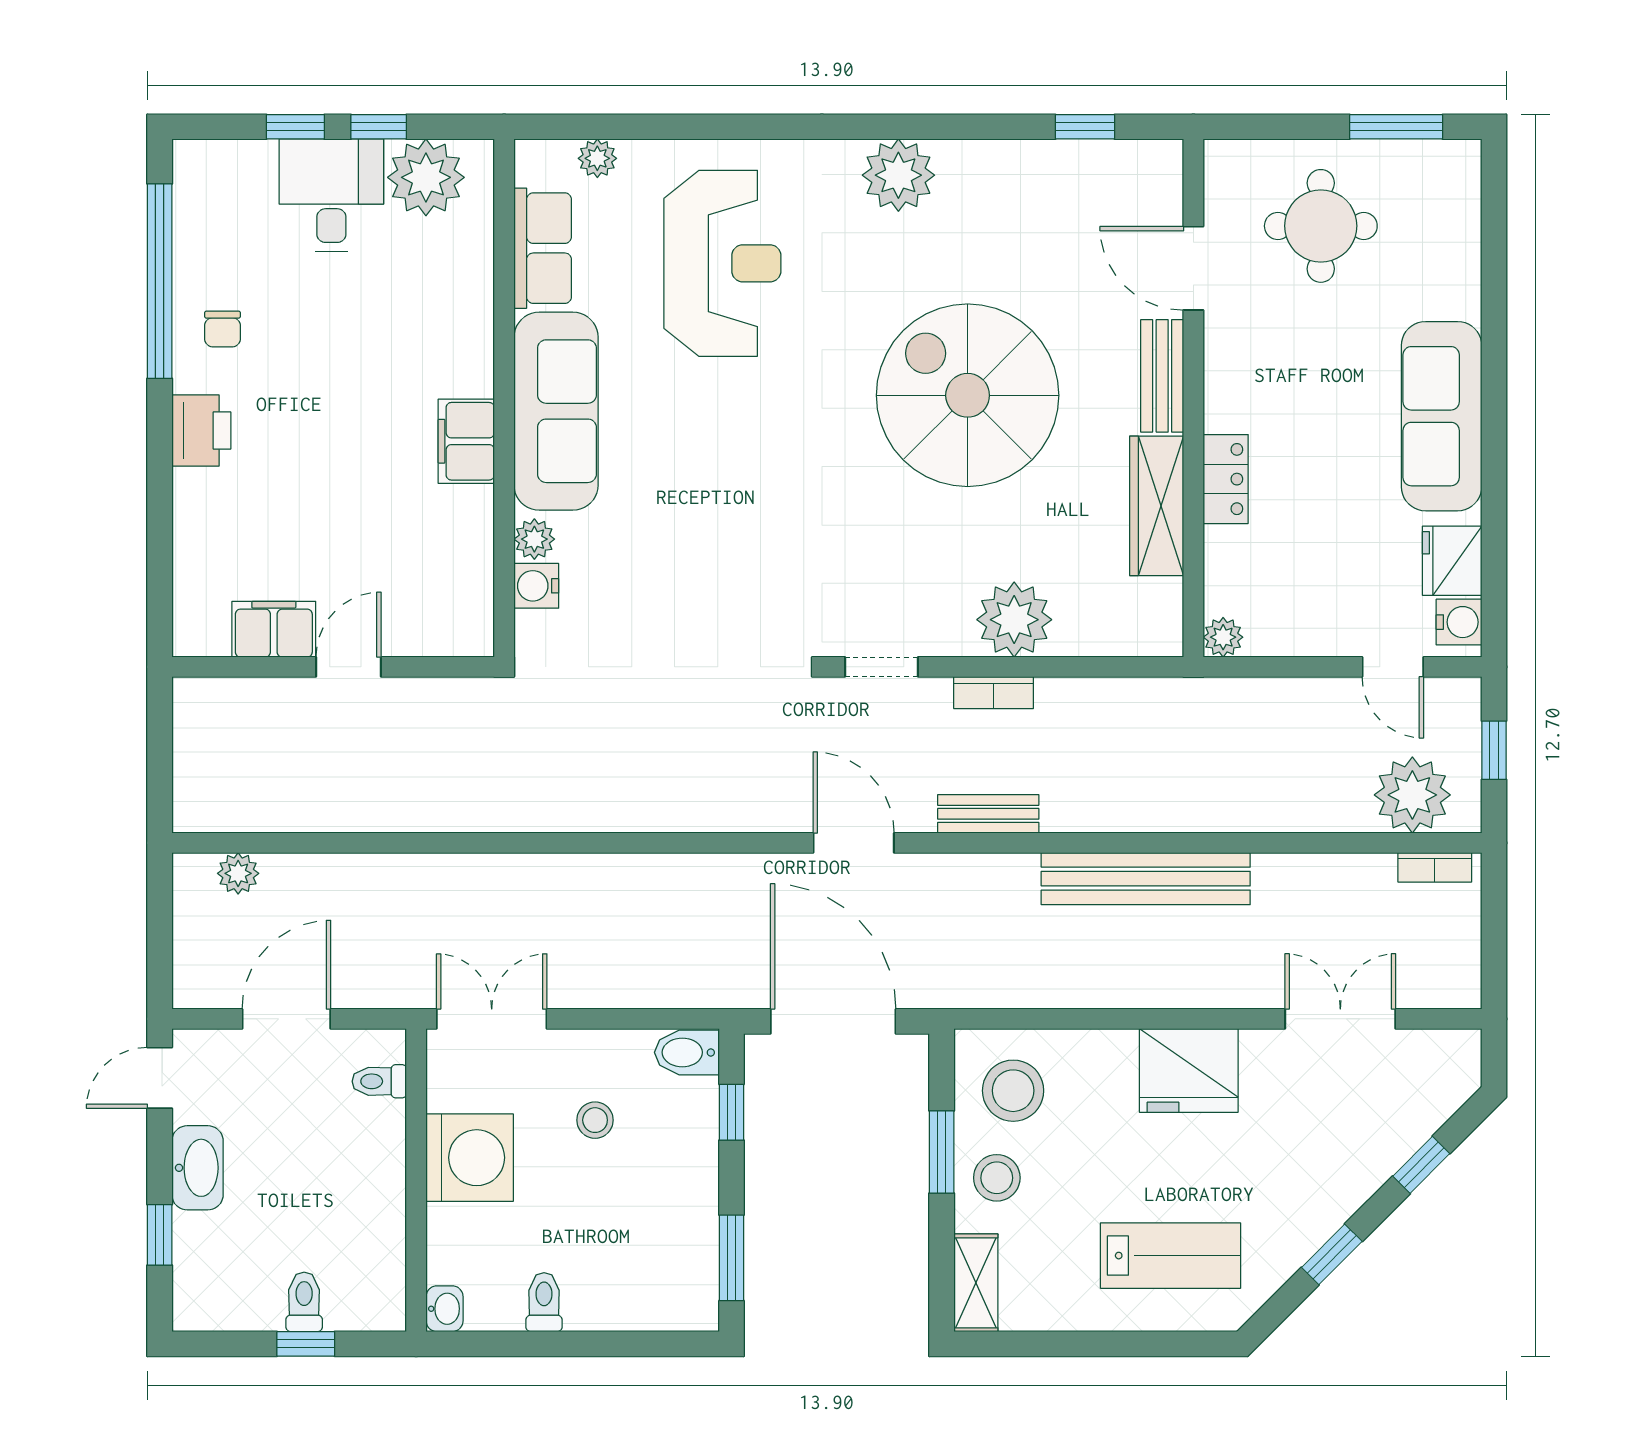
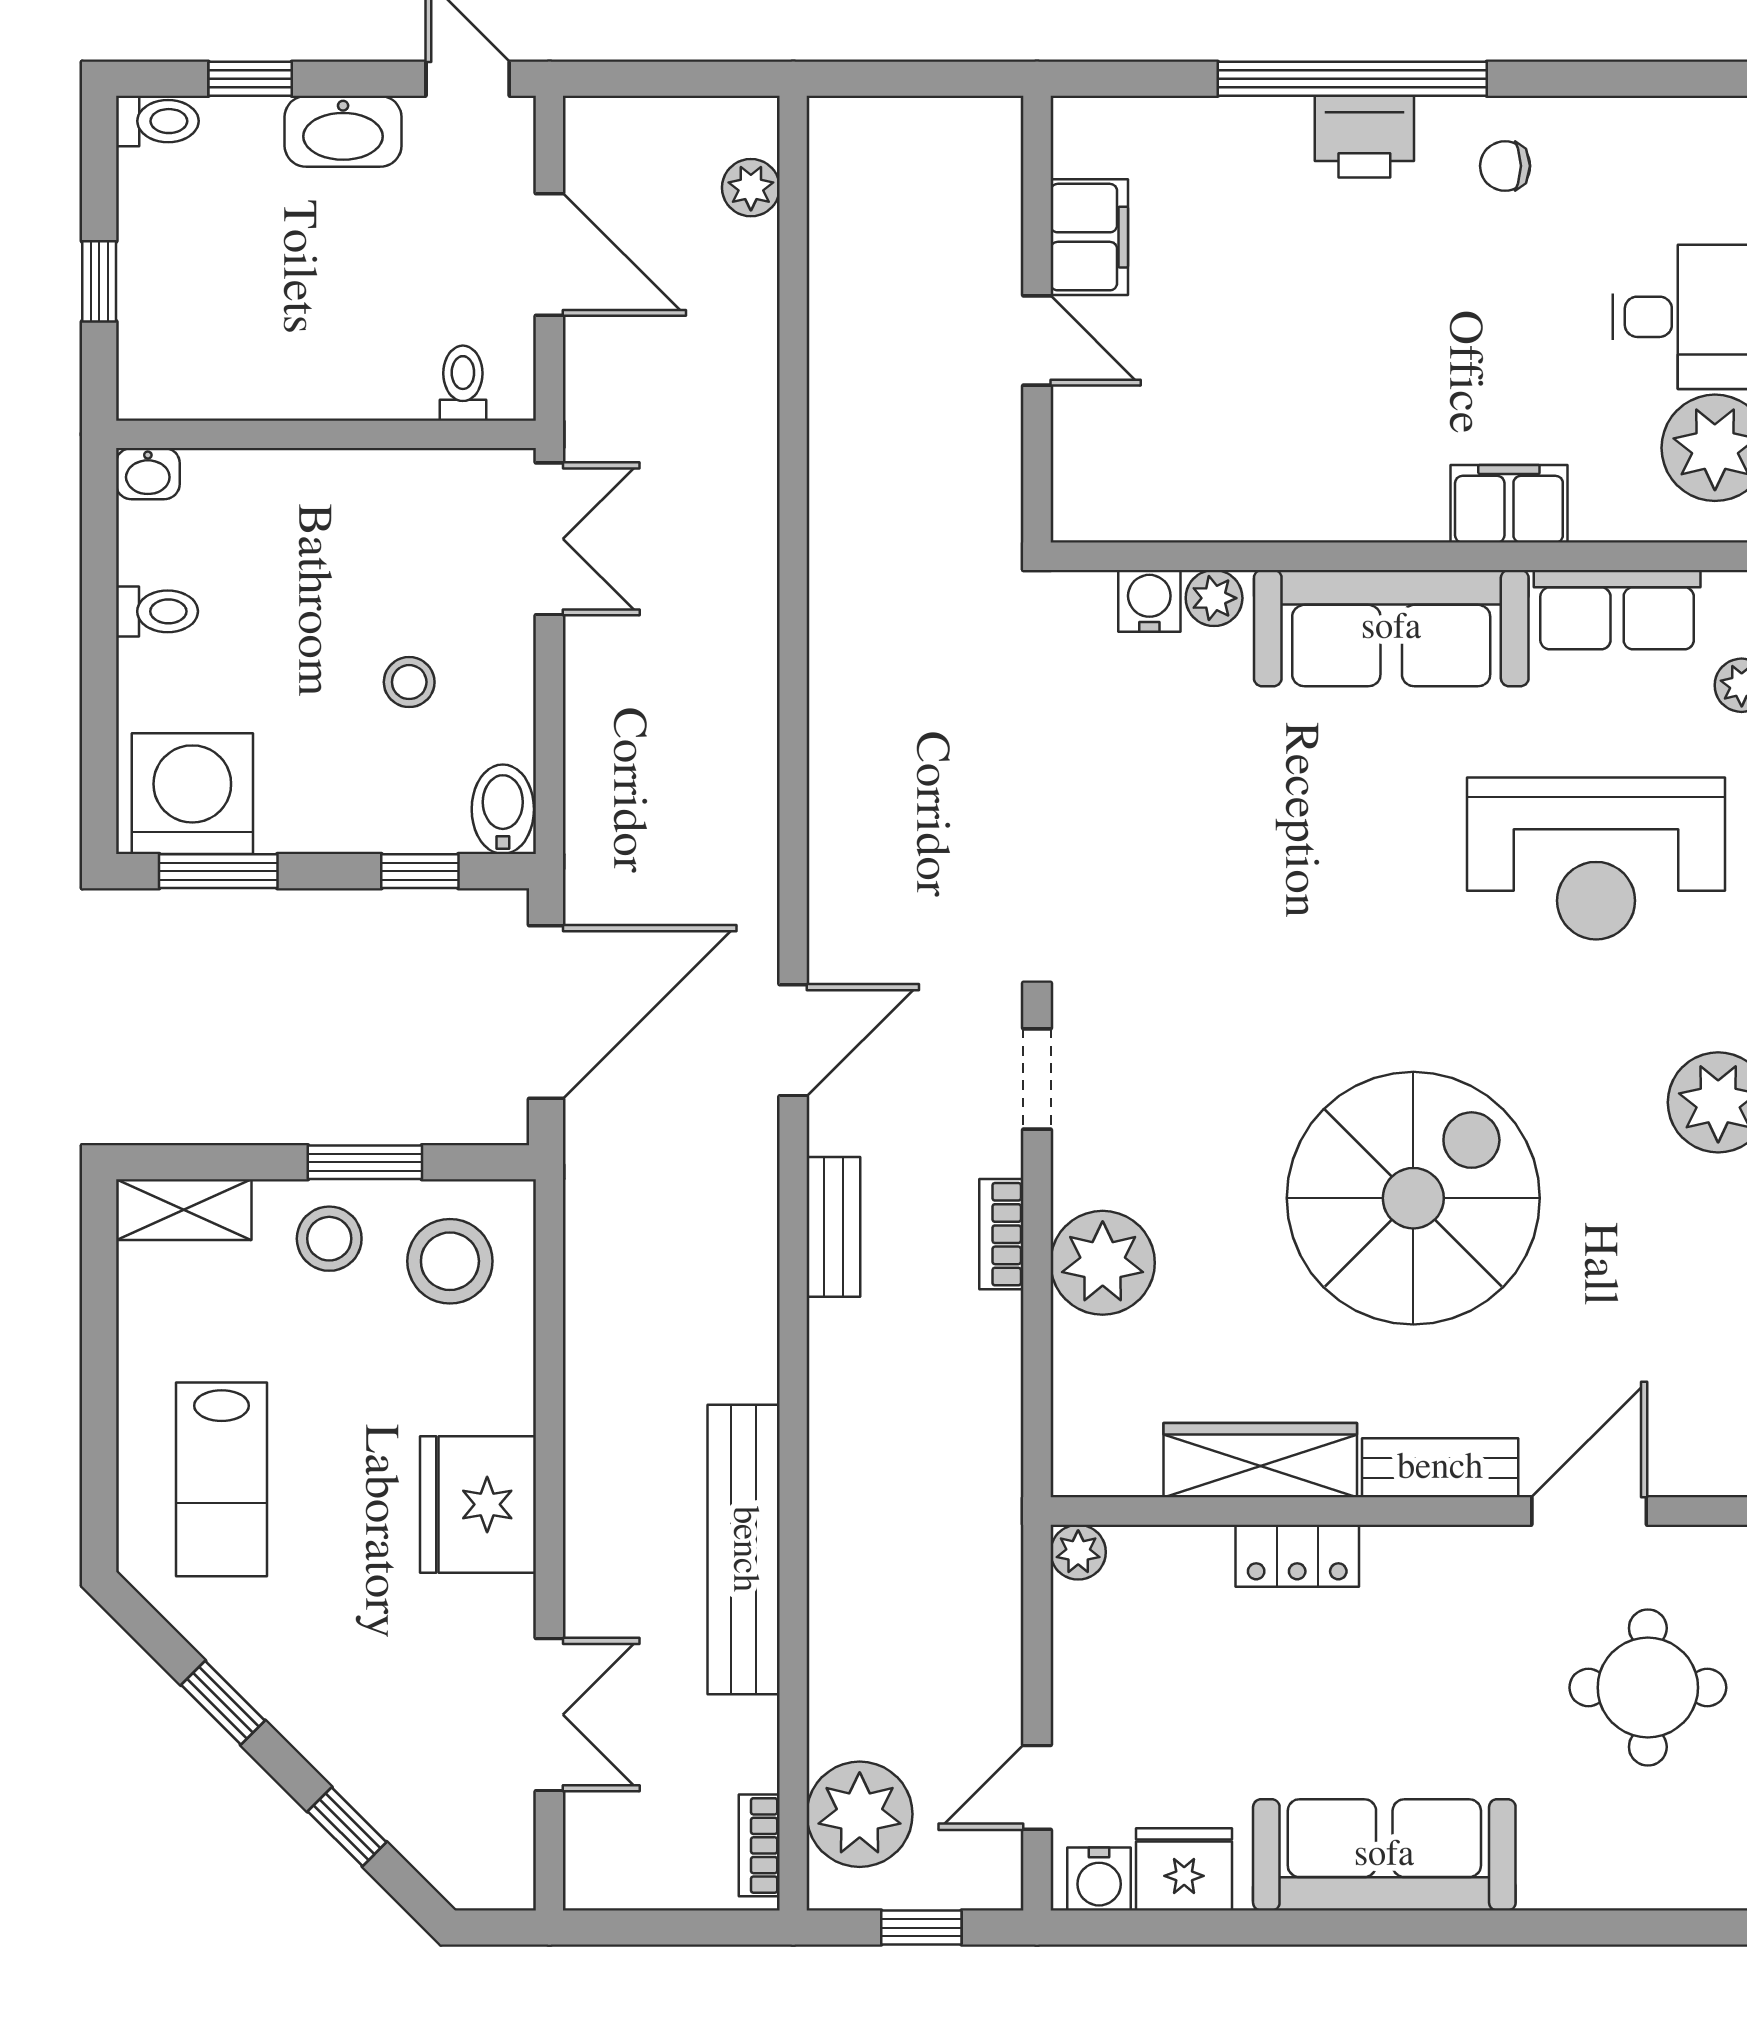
window: (160, 281) -> (1352, 79), moved
filing cabinet: (466, 441) -> (1509, 504), moved
bench: (1146, 879) -> (744, 1549), moved
washing machine: (470, 1158) -> (192, 794), moved, turned 180
toilet: (304, 1302) -> (157, 121), moved

